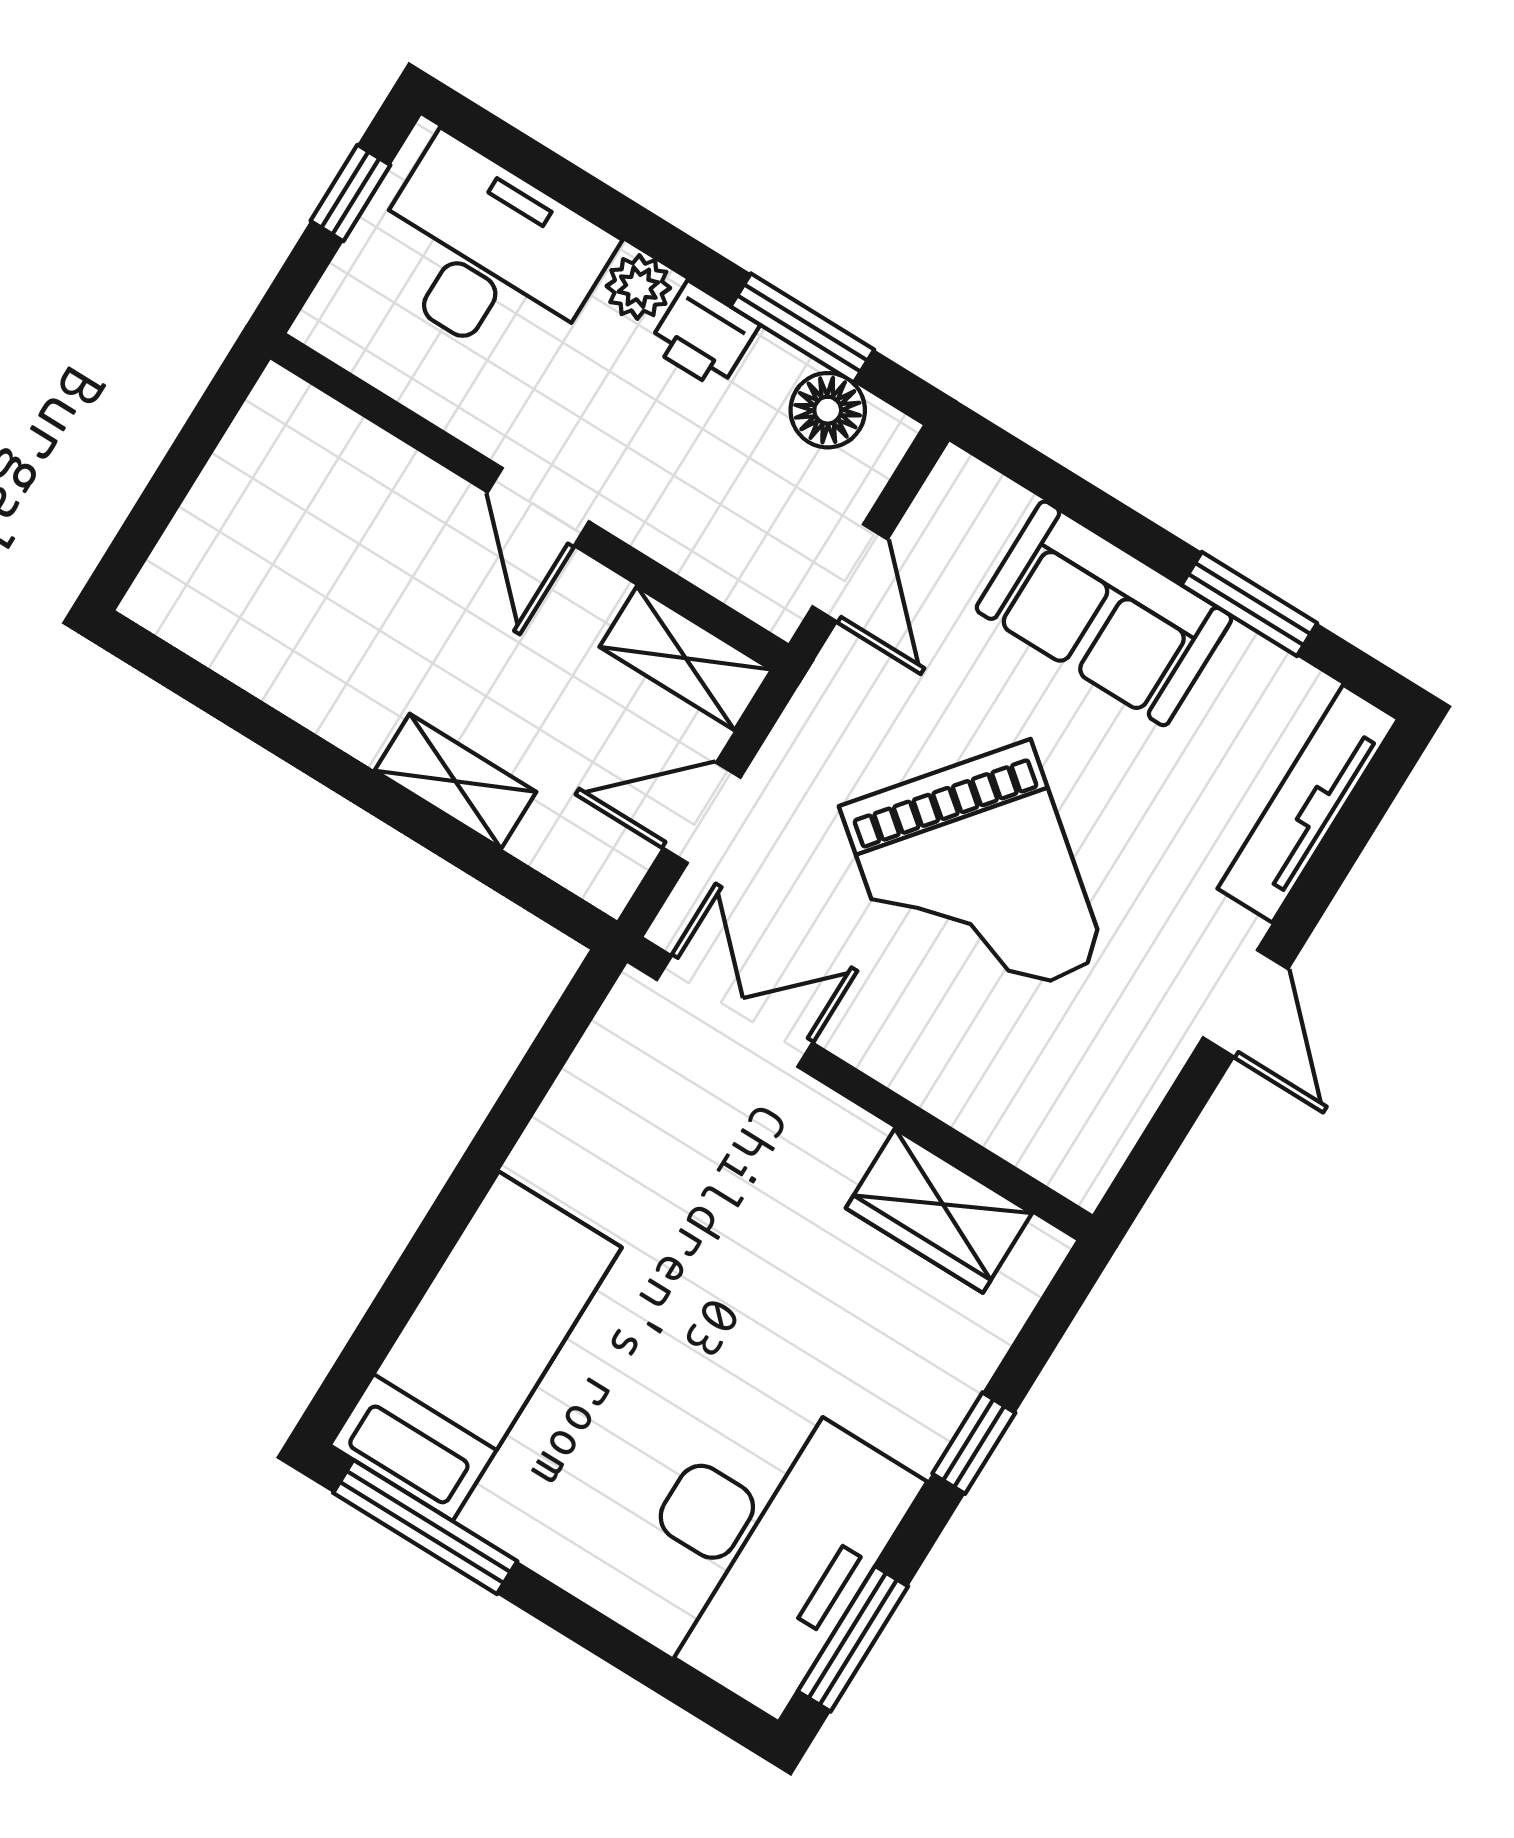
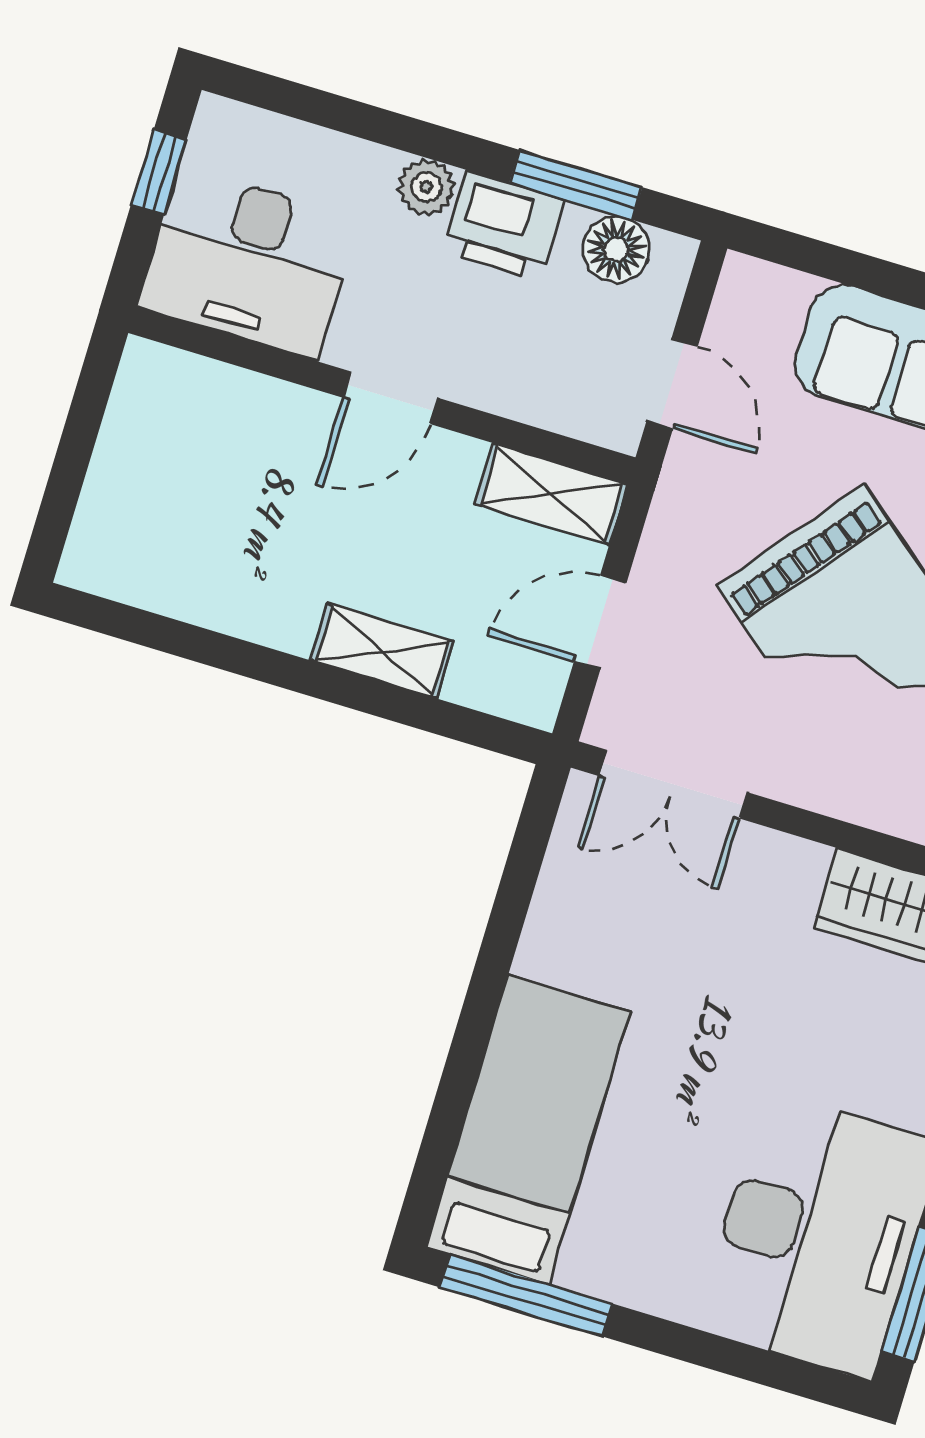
desk: (487, 255) -> (248, 263), moved, turned 180
printer: (704, 335) -> (504, 226), width x1.36, depth x1.24
door: (538, 507) -> (391, 398), hinge flipped
double door: (735, 1011) -> (673, 784), swing flipped

